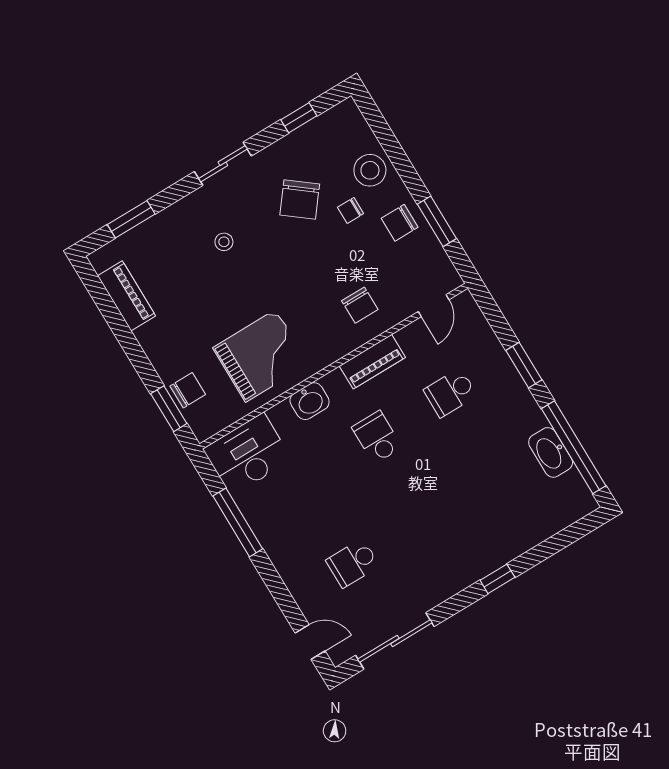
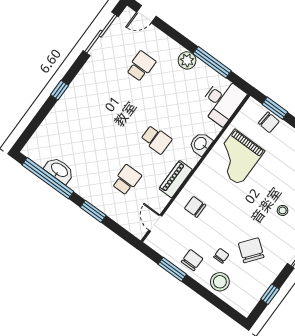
chair: (188, 390) -> (269, 122), turned -85
plant: (276, 542) -> (187, 60), added

